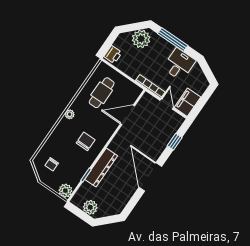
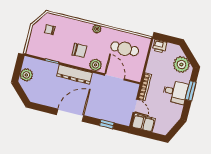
window: (173, 40) -> (191, 91), width x0.69
desk: (179, 64) -> (175, 92), moved
door: (167, 104) -> (135, 106), hinge flipped
dresser: (101, 168) -> (74, 74), moved
plant: (65, 191) -> (96, 65), moved

